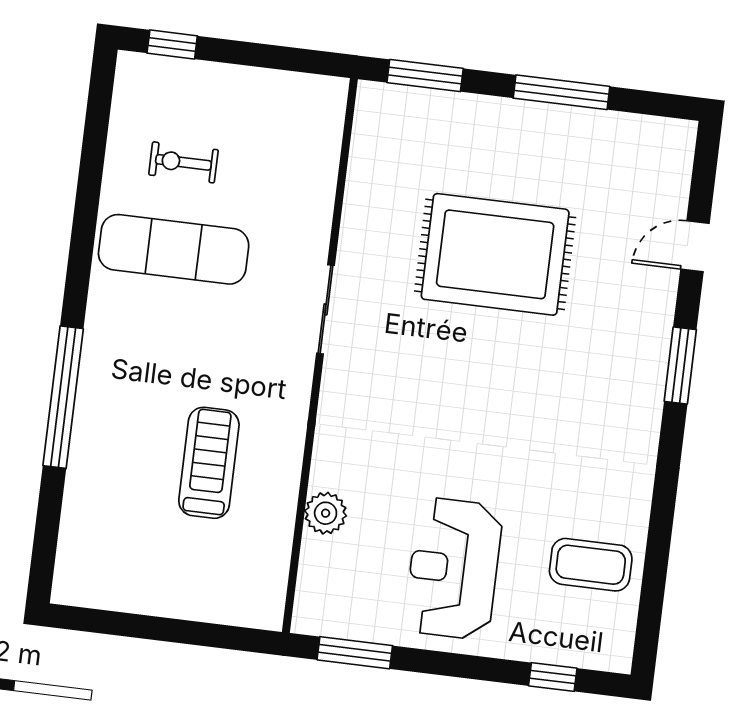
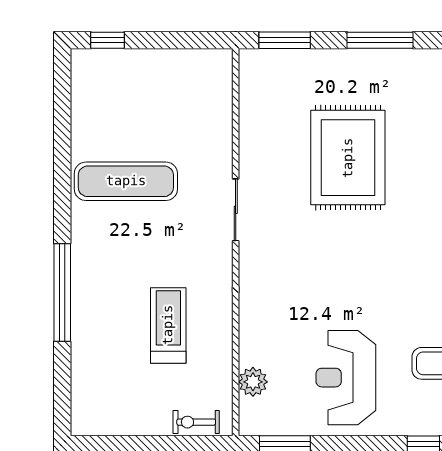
exercise bike: (183, 162) -> (196, 422), moved
rug: (495, 254) -> (348, 158), turned 90
plant: (326, 513) -> (253, 382), moved

